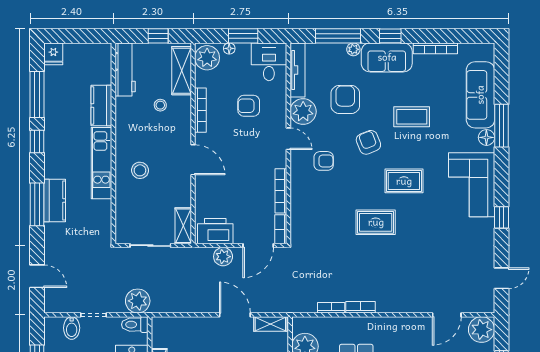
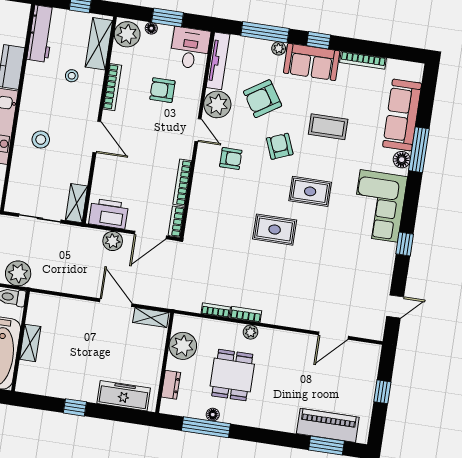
armchair: (345, 99) -> (263, 99), turned -123
plant: (482, 330) -> (250, 332), moved, width x0.53, depth x0.53

